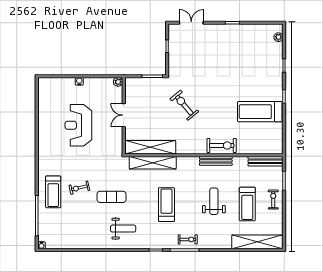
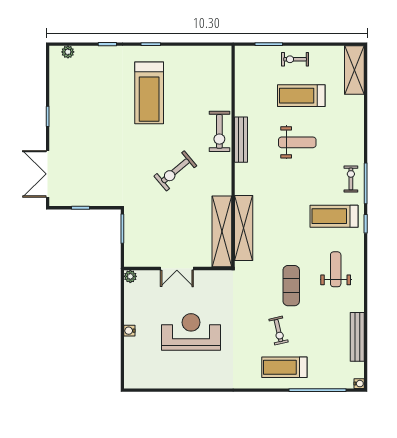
double door: (191, 23) -> (48, 174), width x1.37
exercise bike: (184, 105) -> (175, 171), moved
treadmill: (260, 112) -> (149, 93), moved
reception desk: (78, 125) -> (191, 332), turned 180
exercise bike: (222, 145) -> (219, 131), turned 180
bench: (265, 161) -> (357, 337), moved
treadmill: (53, 192) -> (284, 367), turned 180
weight bench: (214, 201) -> (297, 142), turned 180
treadmill: (247, 204) -> (301, 96), turned 180
treadmill: (166, 205) -> (334, 216), moved
shelving: (257, 242) -> (354, 70), width x0.68

